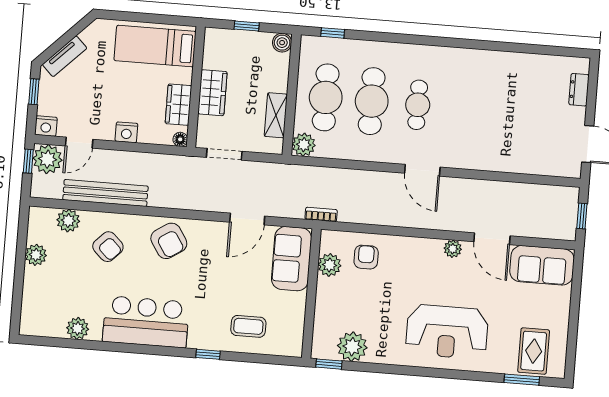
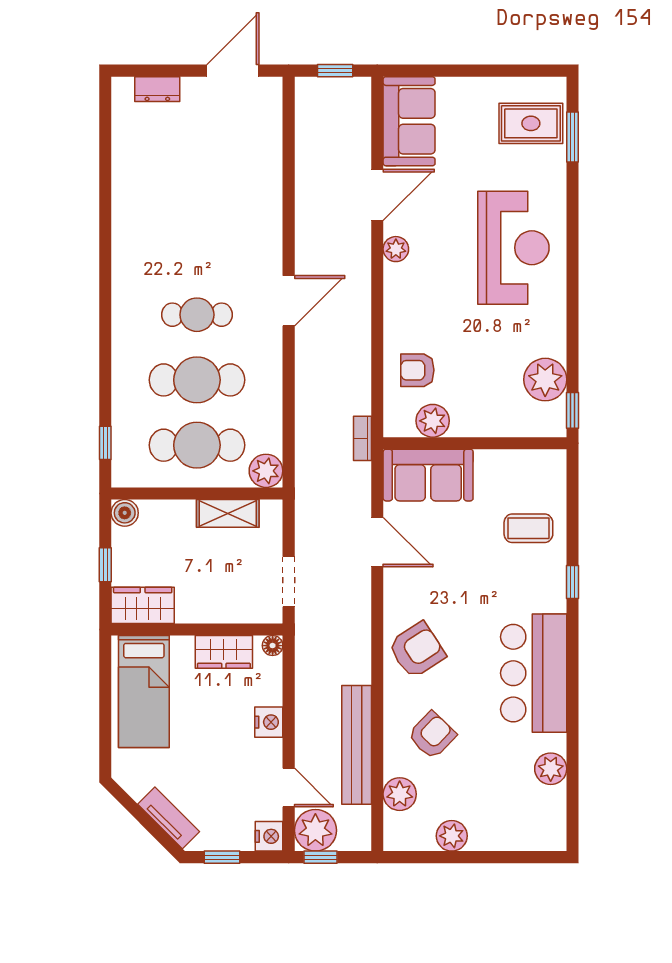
wardrobe: (212, 93) -> (143, 605), moved
coffee table: (248, 326) -> (528, 528), turned 90

